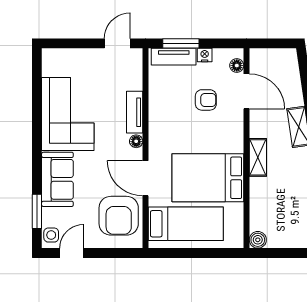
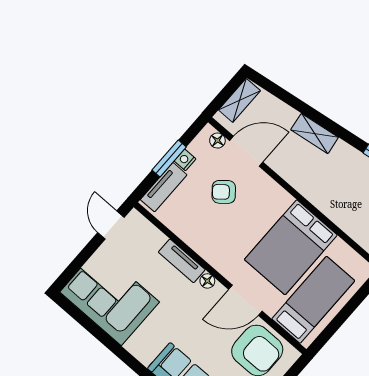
window: (181, 43) -> (169, 158), moved
armchair: (206, 100) -> (224, 192), turned -130
corner sofa: (68, 114) -> (110, 297), moved
shelving: (258, 157) -> (240, 100), moved, turned 90

